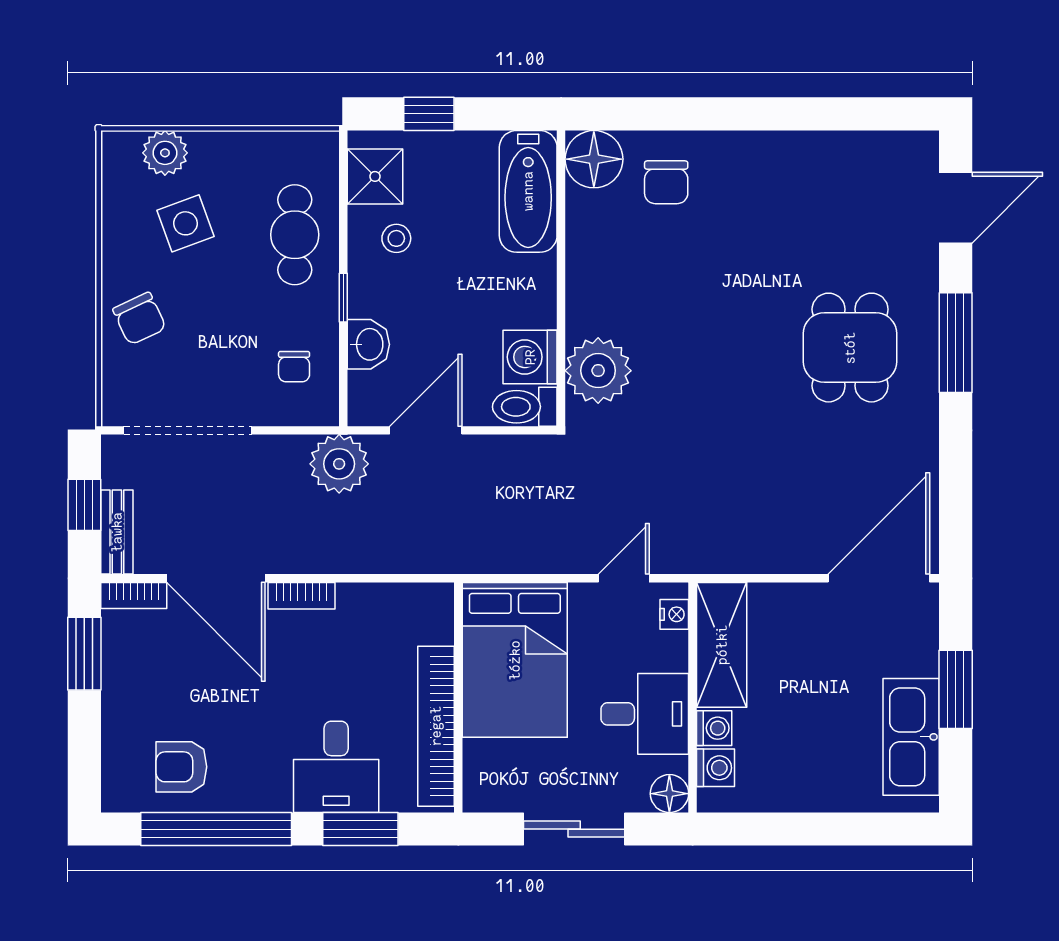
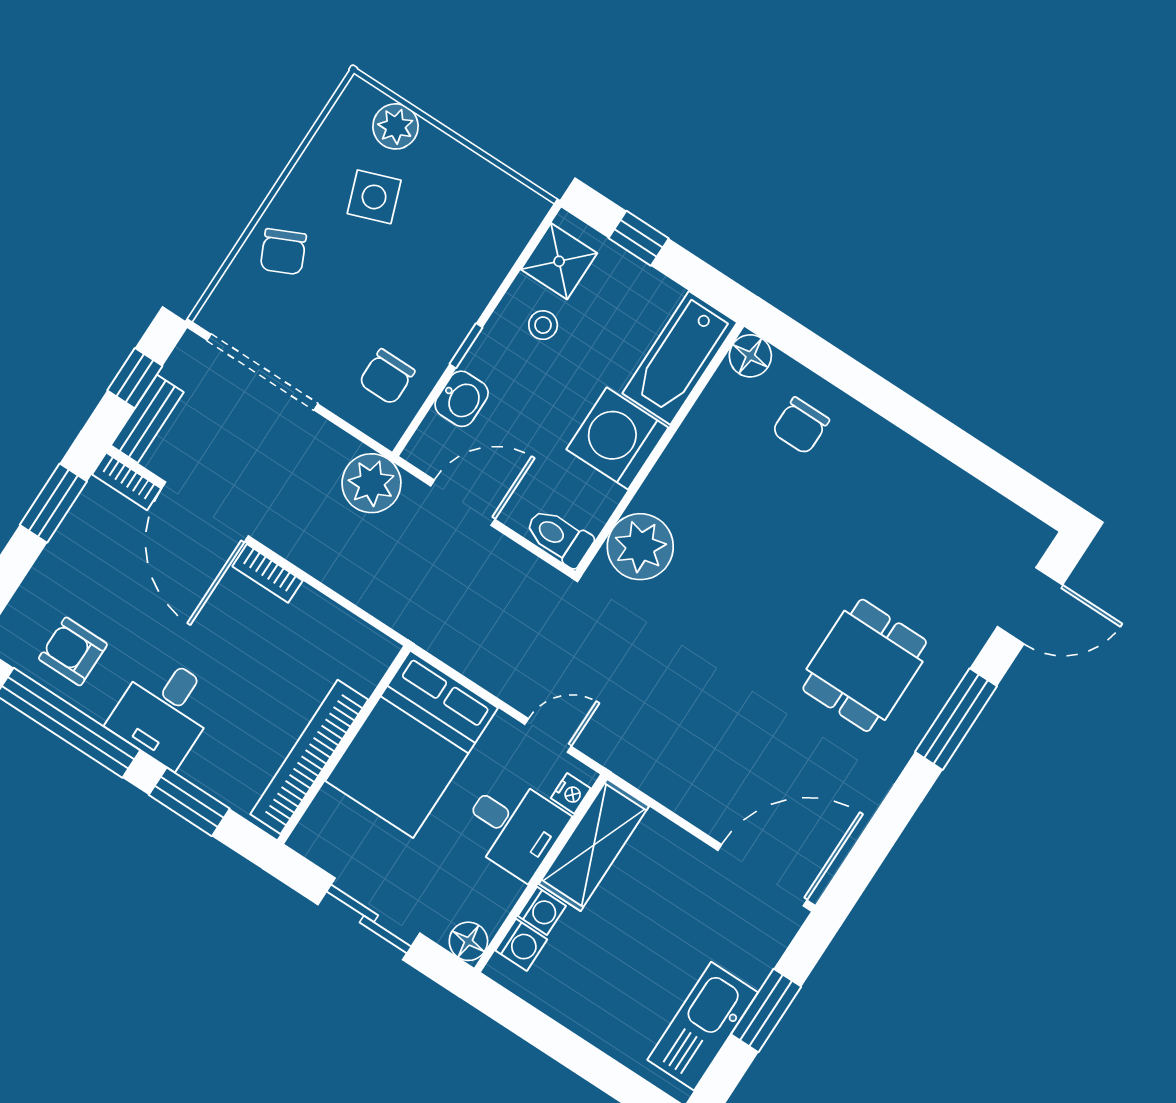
floor lamp: (594, 159) -> (750, 356), width x0.73, depth x0.73
cafe table: (295, 235) -> (460, 266), removed
washing machine: (530, 357) -> (617, 438), moved, width x1.37, depth x1.37
chair: (294, 367) -> (387, 377), width x1.37, depth x1.37
desk: (645, 714) -> (514, 827), moved
desk: (336, 767) -> (164, 711), moved

